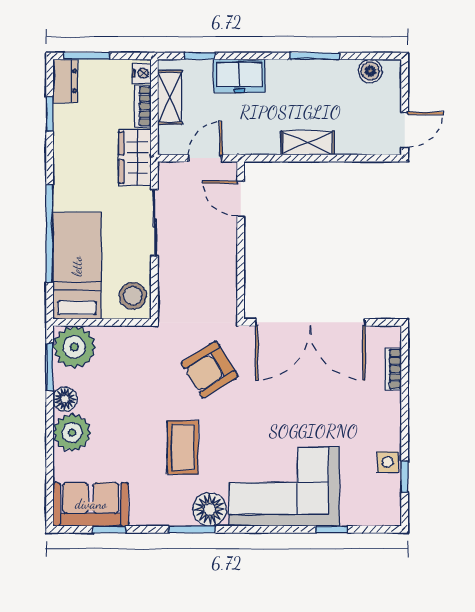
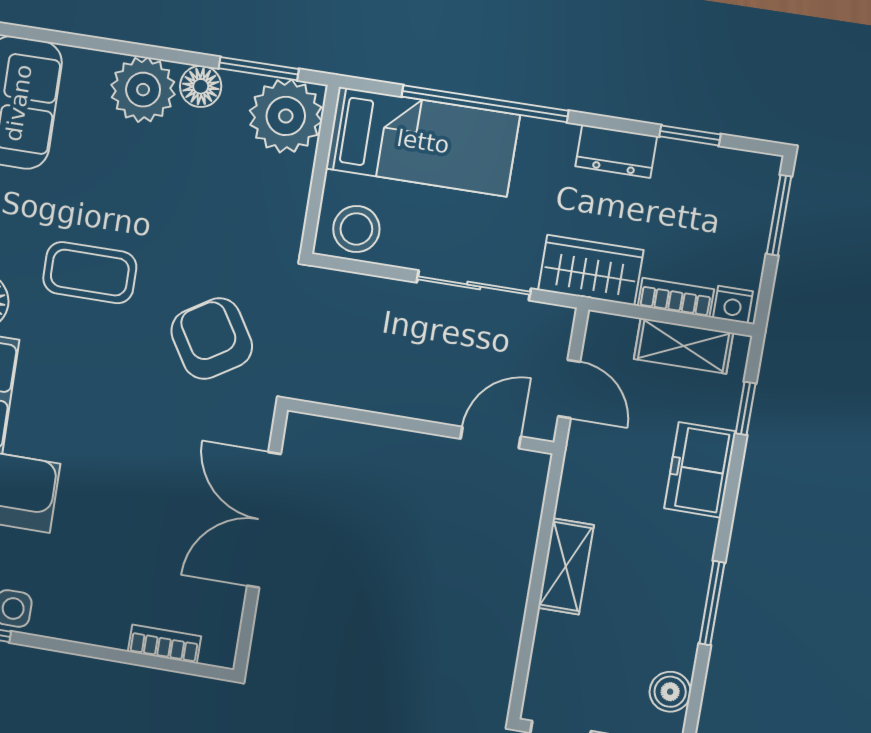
dresser: (65, 81) -> (616, 151), moved
double door: (310, 322) -> (264, 520), width x0.73

